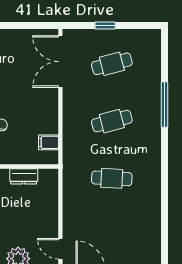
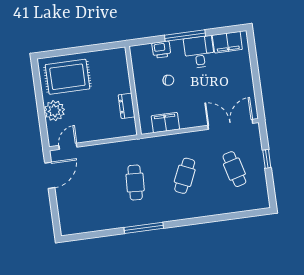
window: (165, 105) -> (144, 228), moved
cafe table: (112, 121) -> (185, 176), turned 39
filing cabinet: (48, 142) -> (165, 122), width x2.00

